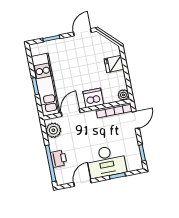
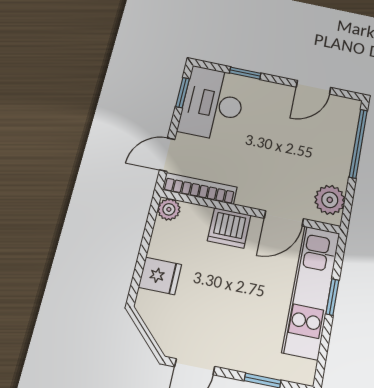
printer: (59, 159) -> (340, 146), removed
desk: (106, 162) -> (213, 104), moved, turned -90

